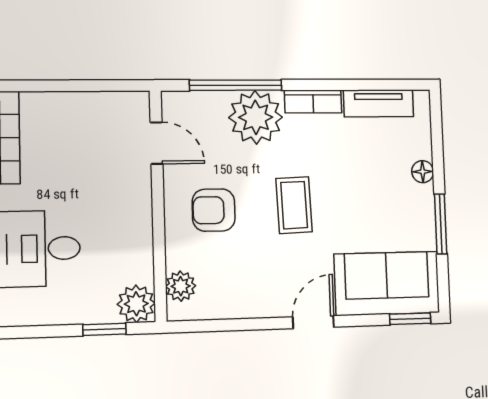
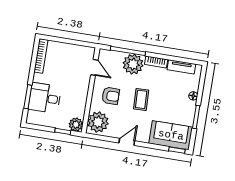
armchair: (214, 210) -> (111, 96), turned 180
plant: (181, 286) -> (98, 122), width x1.88, depth x1.88
door: (313, 322) -> (127, 142), moved

